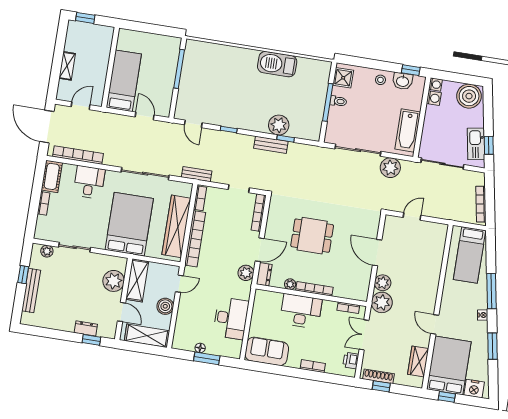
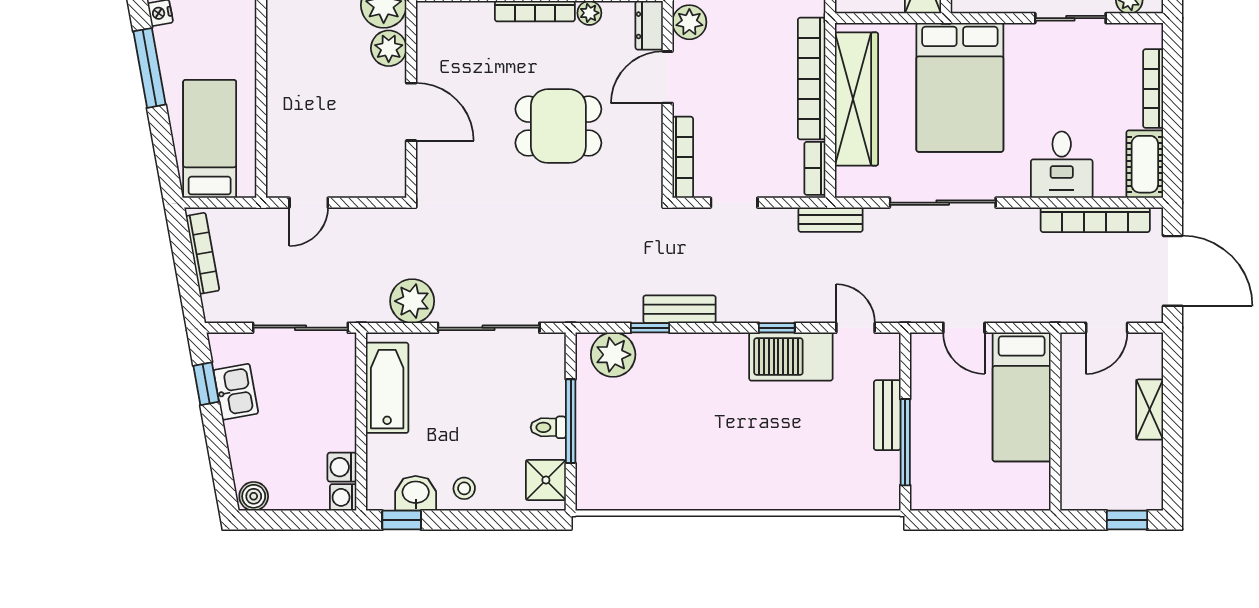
barbecue: (277, 64) -> (791, 357), moved, turned 180
bench: (185, 82) -> (887, 415), added
boiler: (469, 96) -> (254, 496), width x0.54, depth x0.54
plant: (279, 125) -> (613, 355), moved
kitchen sink: (476, 144) -> (236, 392), width x0.73
bookcase: (44, 203) -> (1153, 89), width x1.56
door: (412, 216) -> (309, 203), moved

